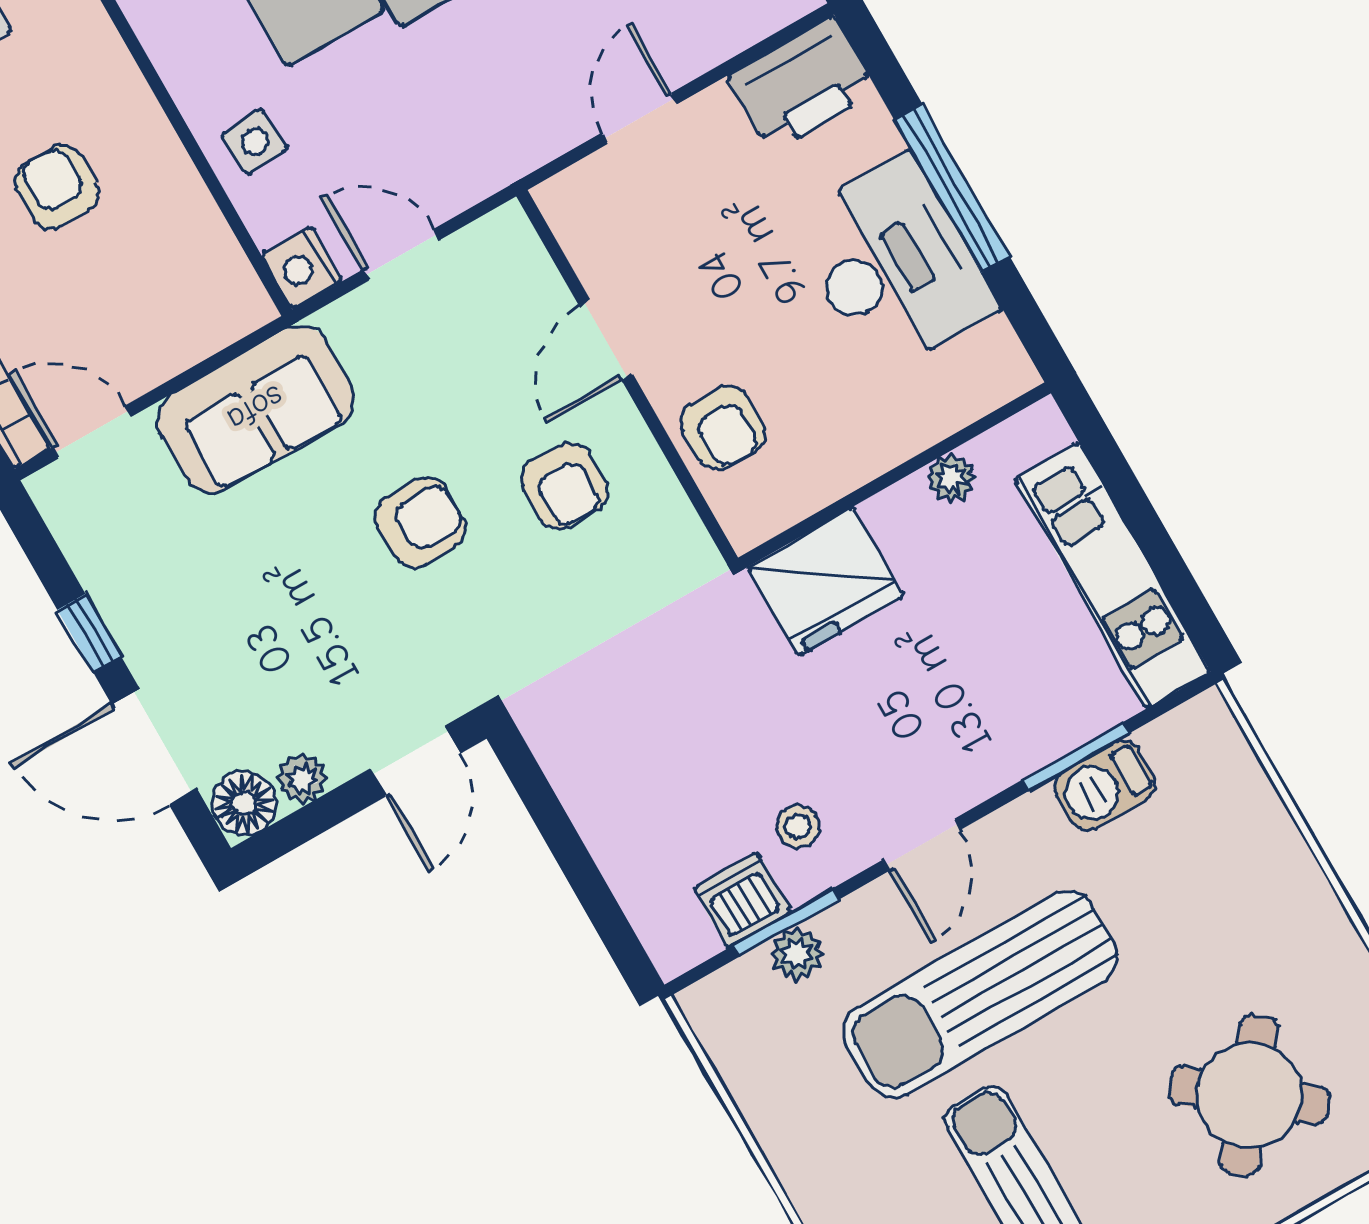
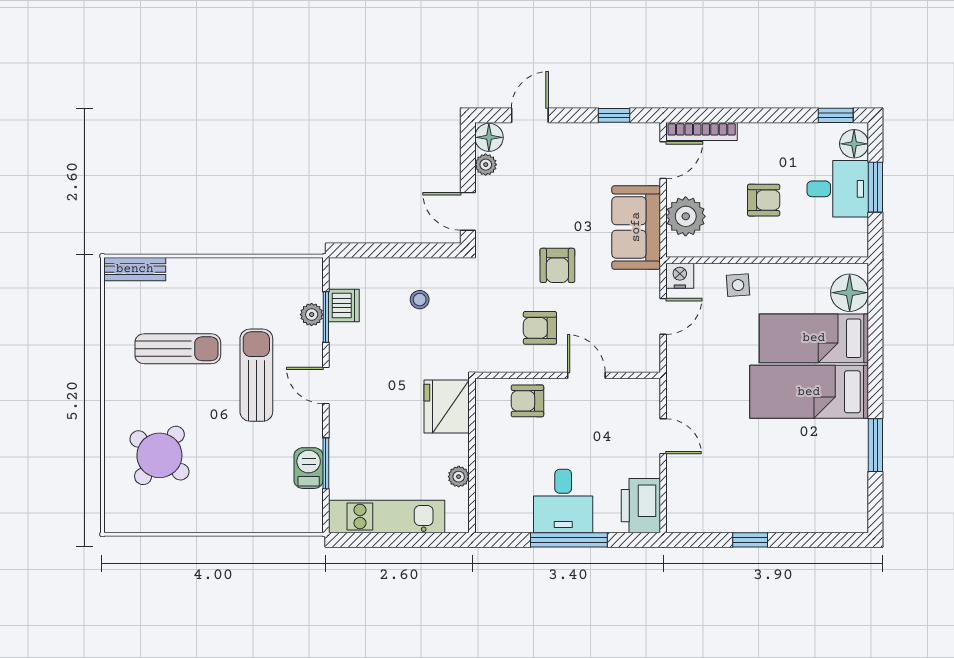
desk: (894, 265) -> (563, 501), width x0.73
plant: (178, 323) -> (686, 216), added
window: (89, 633) -> (614, 115), moved
door: (154, 747) -> (530, 115), width x0.73
stool: (798, 827) -> (420, 300), moved
sun lounger: (980, 995) -> (256, 375), width x0.73, depth x0.75

